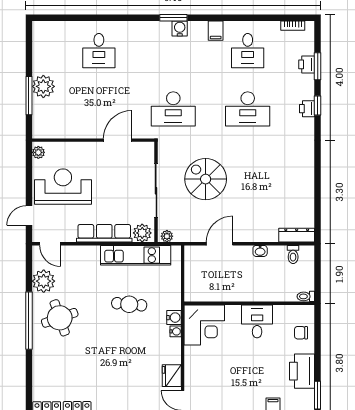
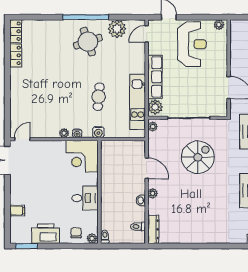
plant: (251, 236) -> (153, 193), added
plant: (308, 313) -> (92, 239), added
water cooler: (174, 318) -> (98, 132), moved
plant: (175, 348) -> (64, 133), added
fridge: (172, 376) -> (42, 130), removed

